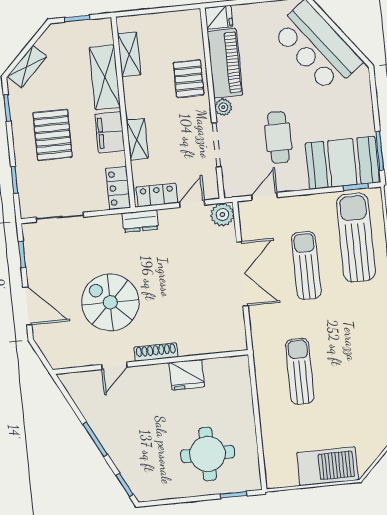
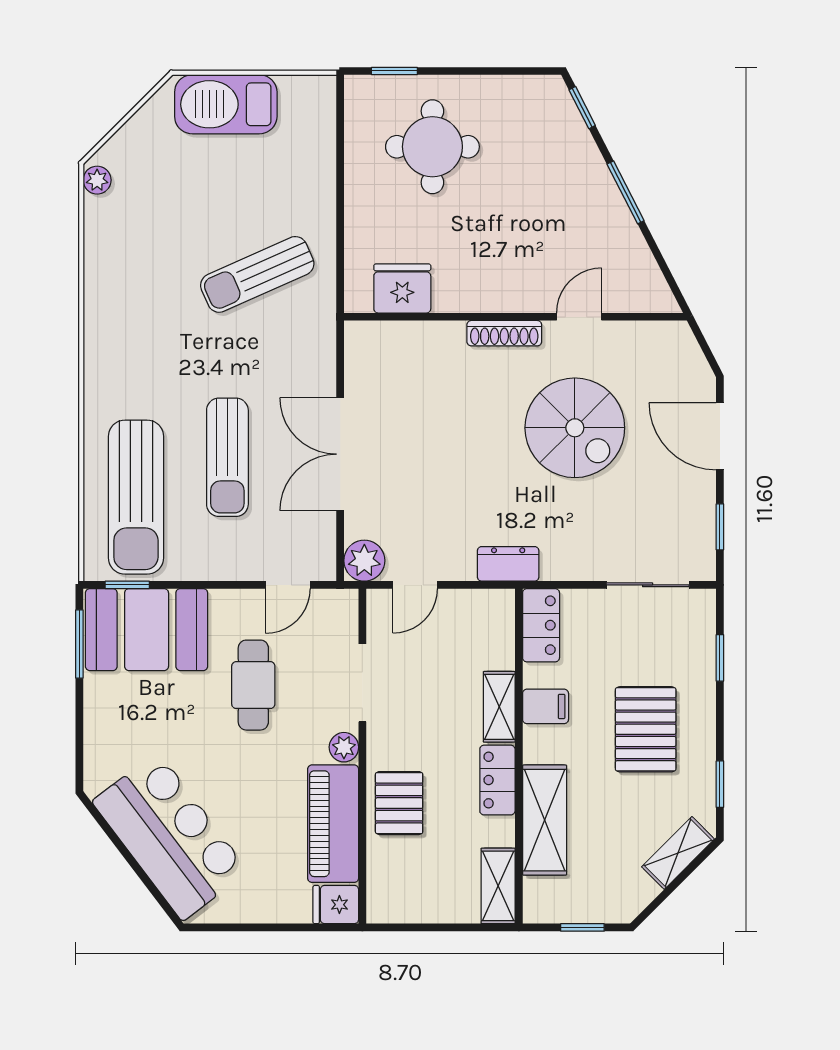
shelving: (129, 54) -> (498, 886), moved
filing cabinet: (110, 132) -> (546, 706), width x0.50
locker: (157, 195) -> (497, 780), moved, turned 90
sun lounger: (300, 371) -> (257, 274), turned 66
fridge: (187, 375) -> (402, 288), moved

